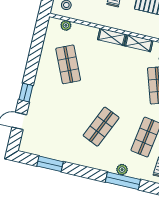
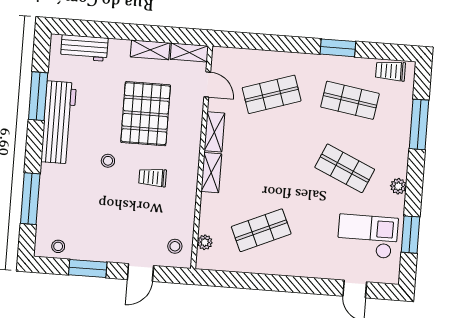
window: (26, 93) -> (312, 286), removed
checkout: (53, 135) -> (368, 236), added
plant: (122, 170) -> (398, 186), moved

